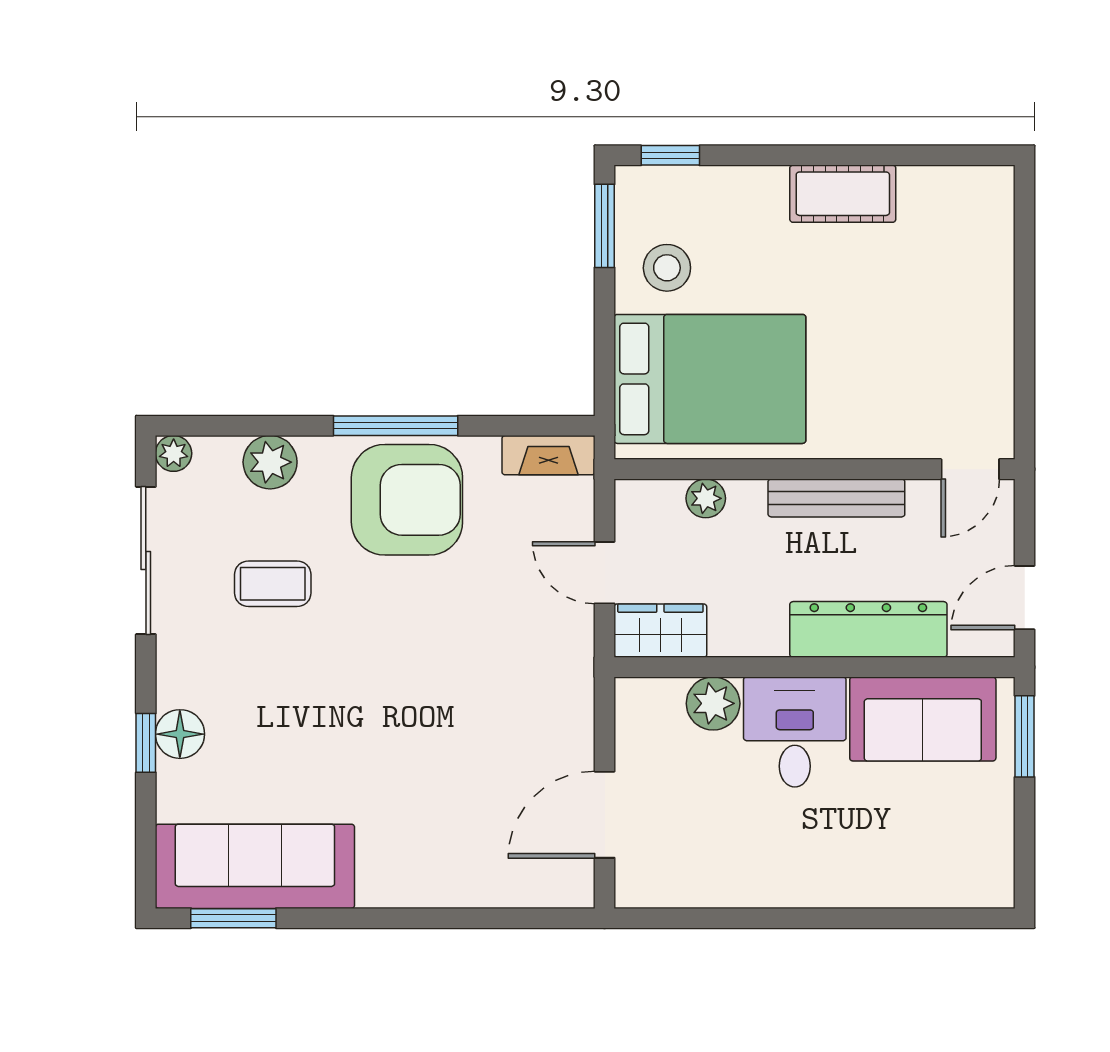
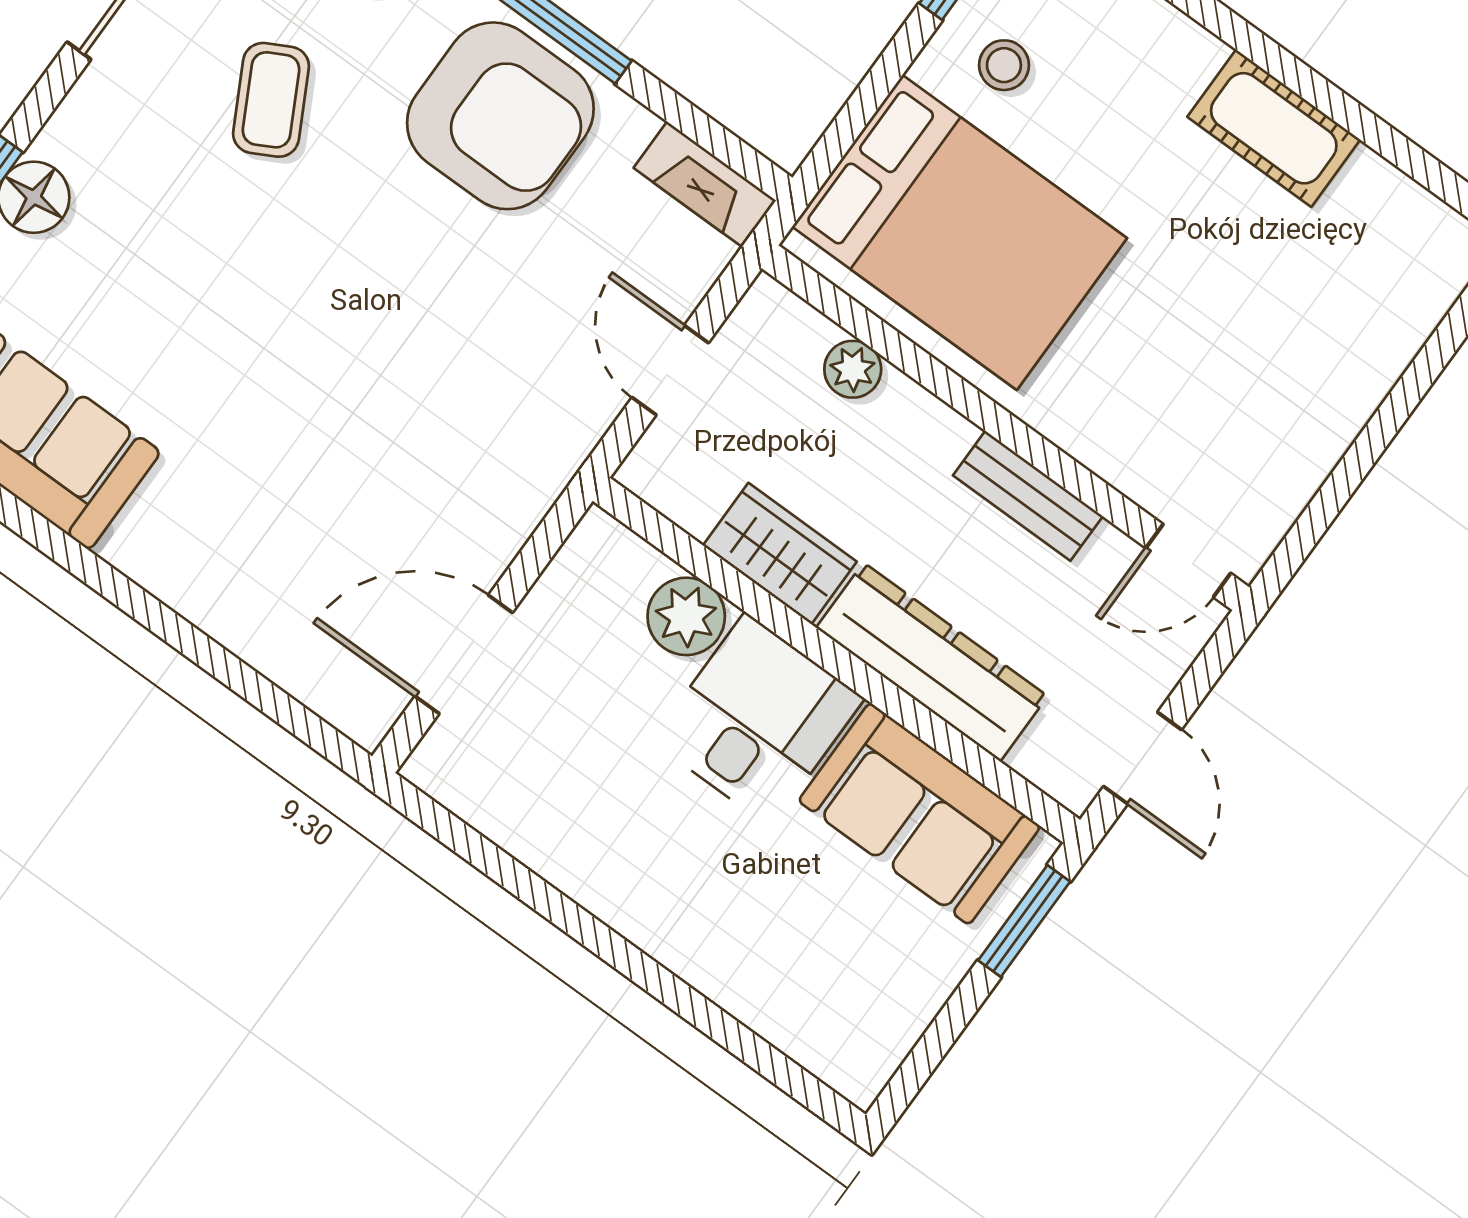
stool: (667, 268) -> (1004, 65), width x0.73, depth x0.73
bench: (836, 498) -> (1028, 496), width x0.73
coffee table: (273, 584) -> (271, 100), turned 62
door: (1025, 598) -> (1143, 758), swing flipped
wardrobe: (660, 631) -> (780, 554), moved

